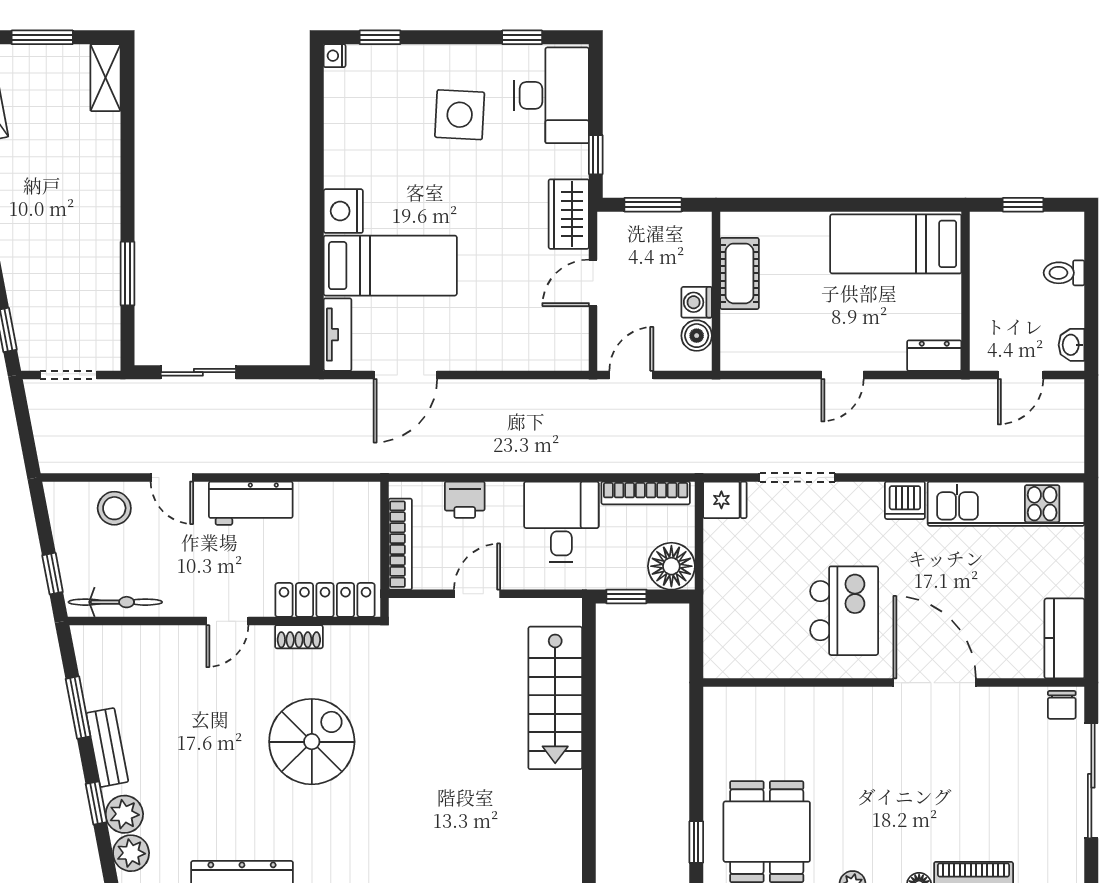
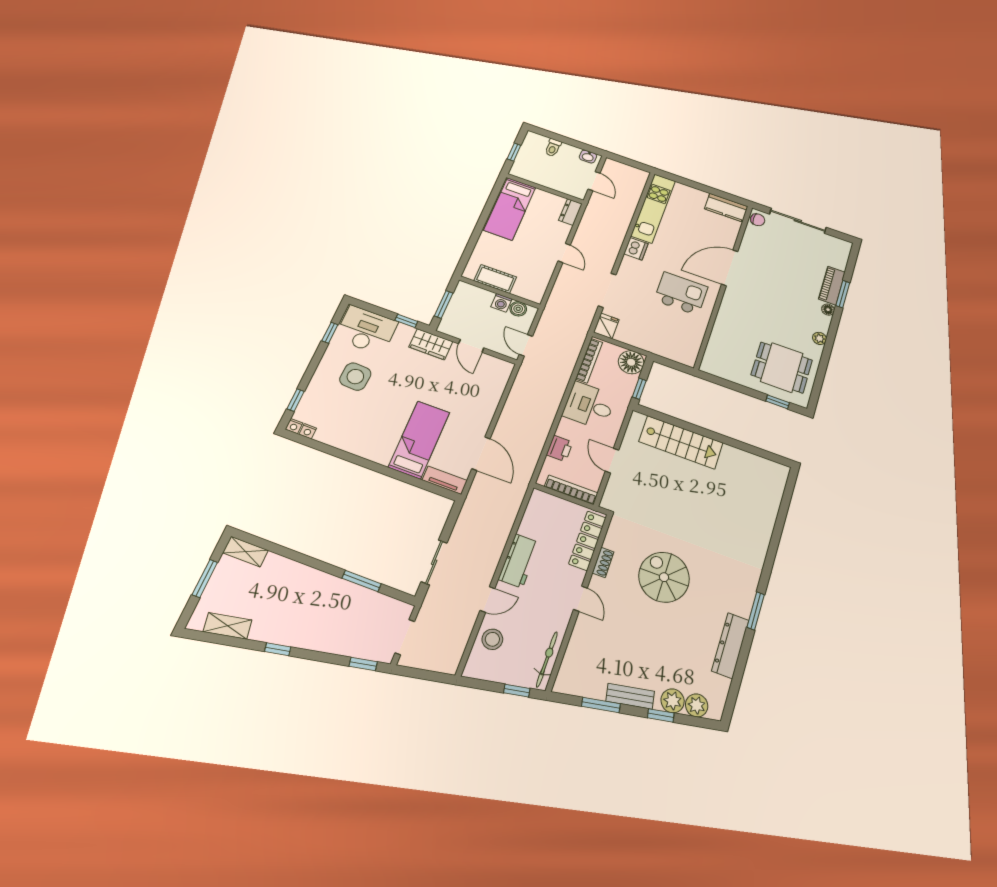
nightstand: (343, 211) -> (308, 431), moved, width x0.53, depth x0.56

